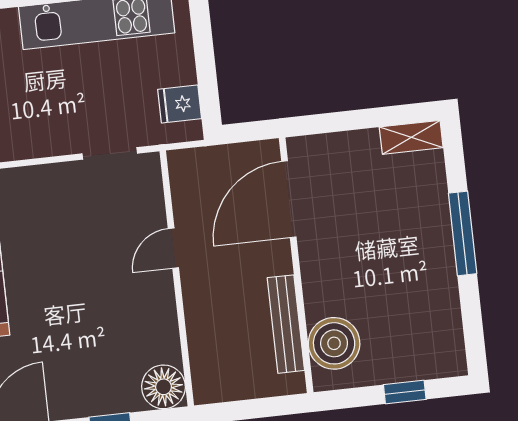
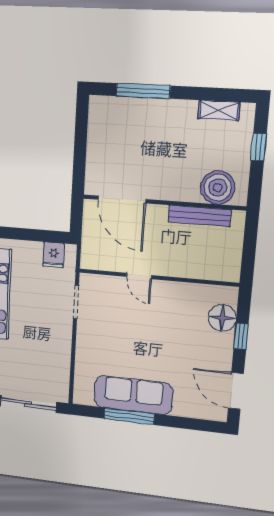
shelving: (411, 137) -> (219, 110), moved, turned 90
window: (463, 233) -> (143, 91), moved
floor lamp: (163, 387) -> (222, 318), moved

